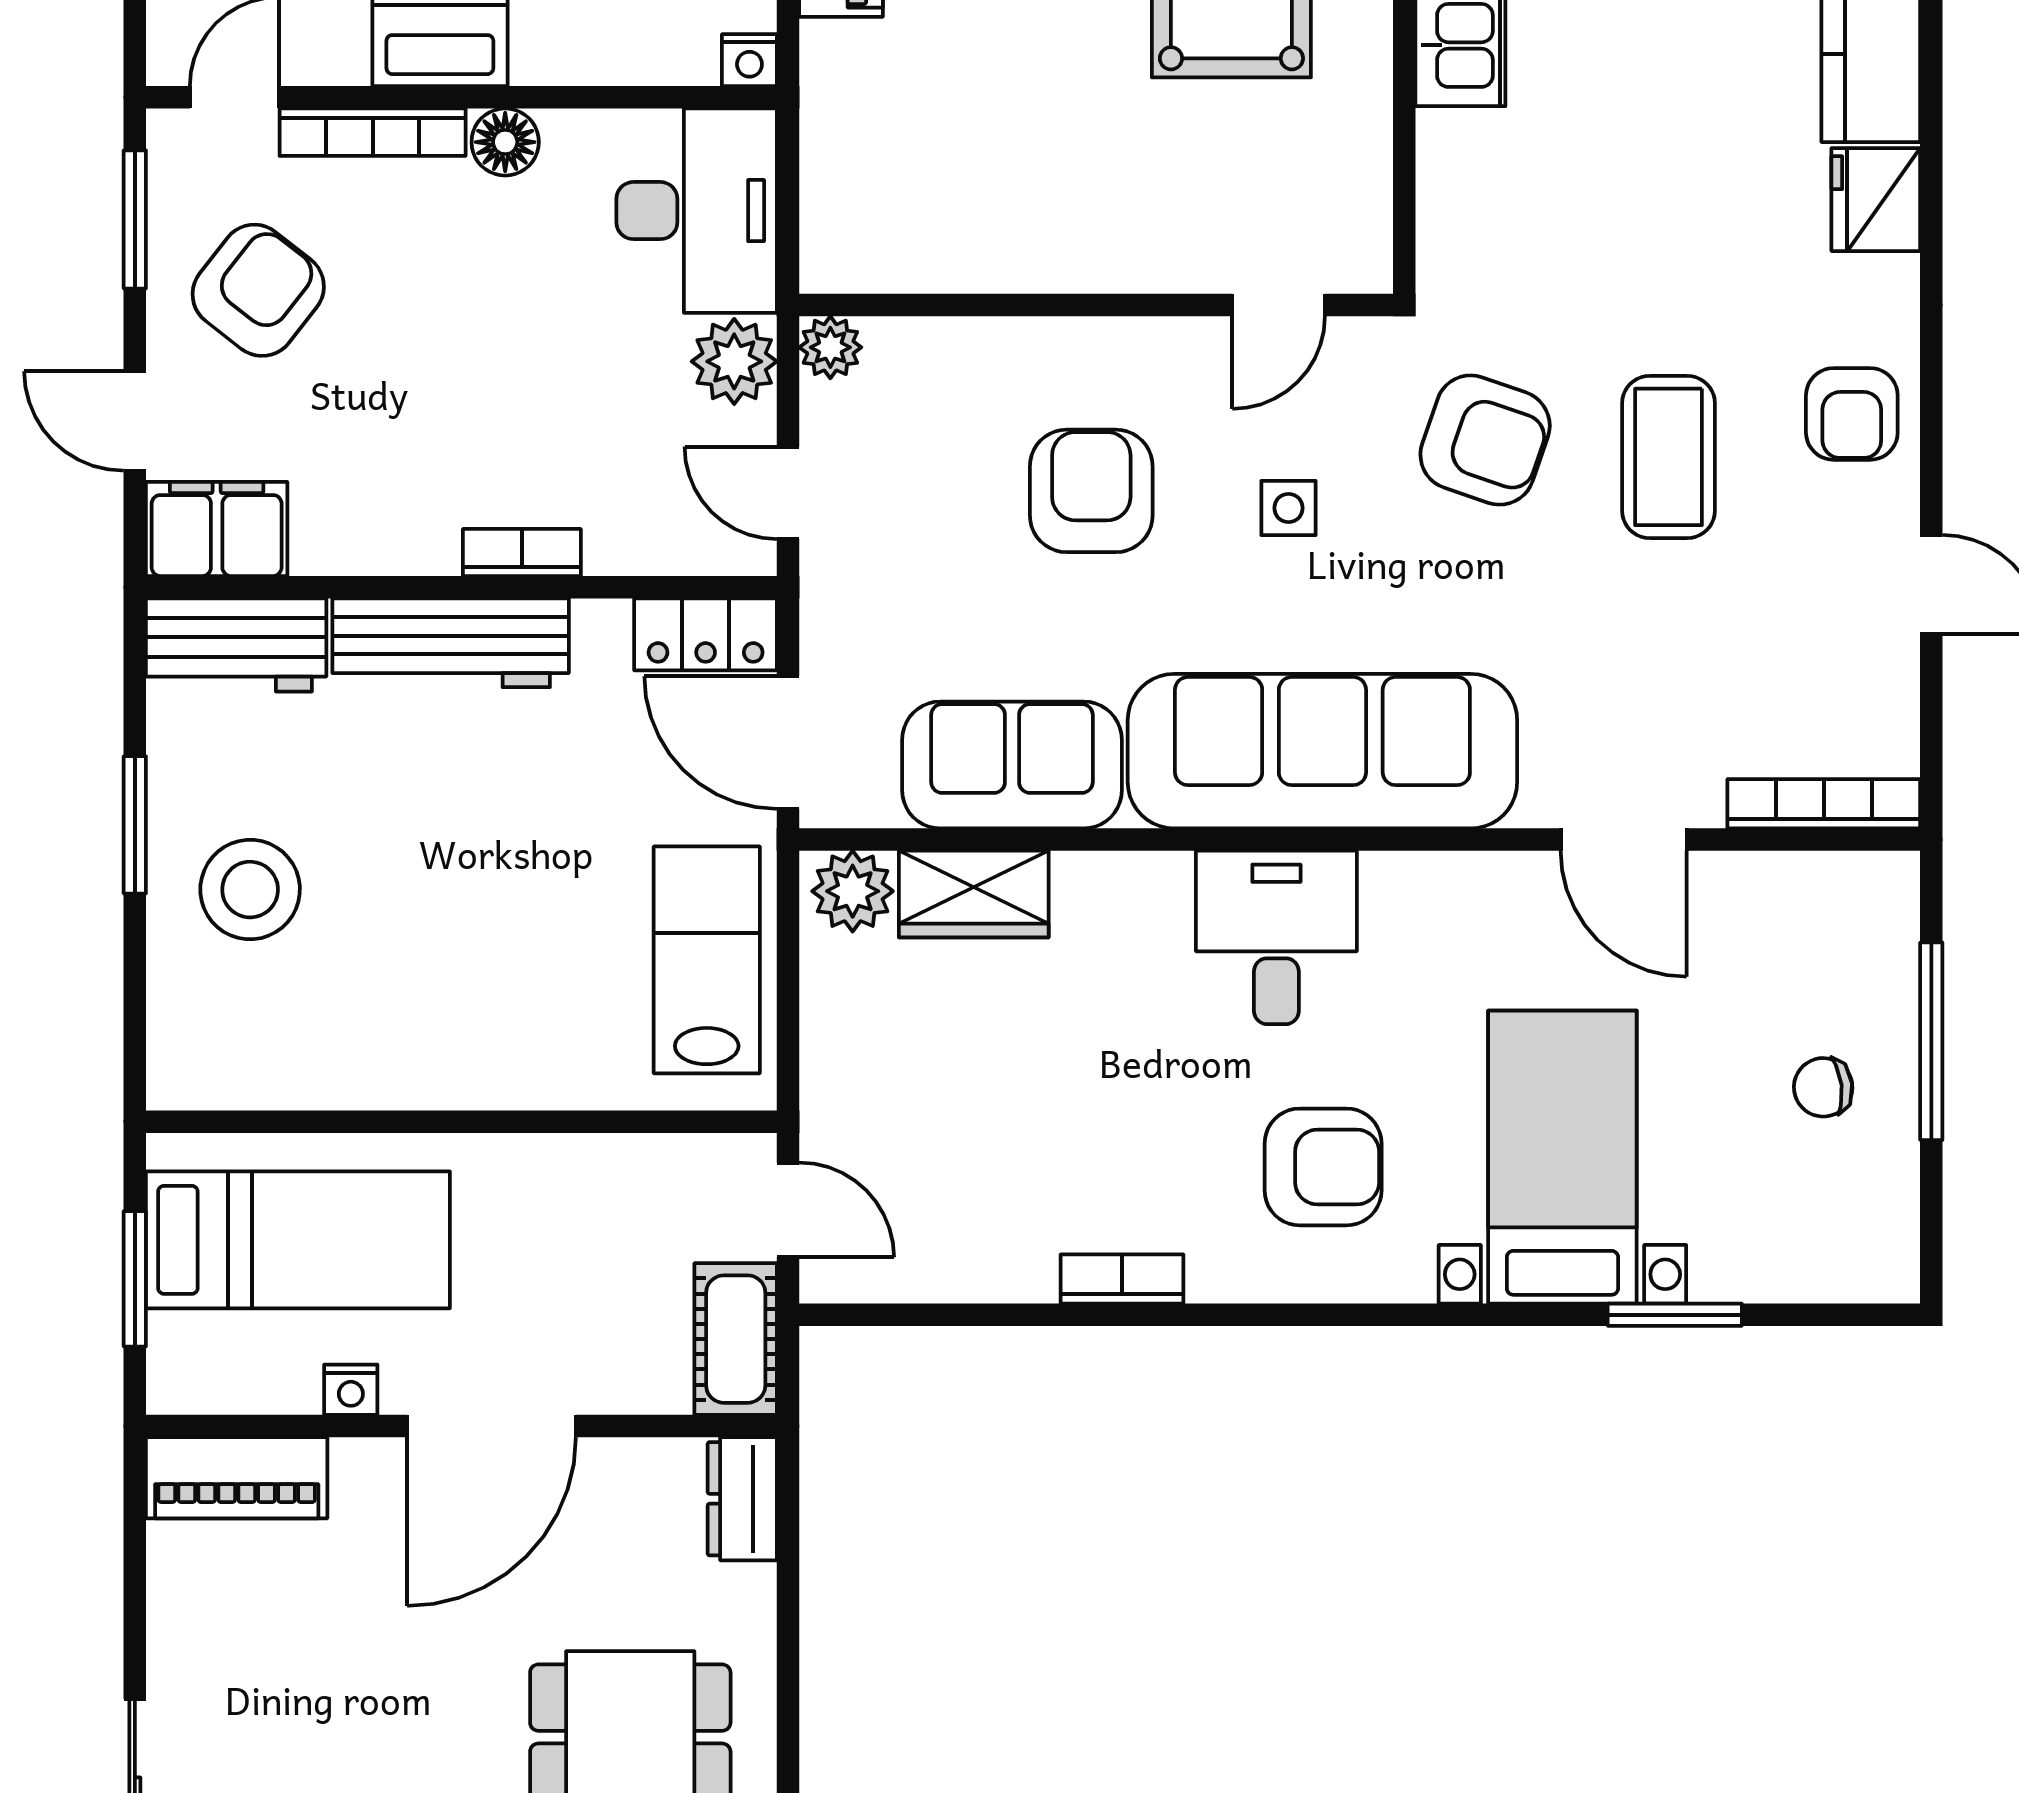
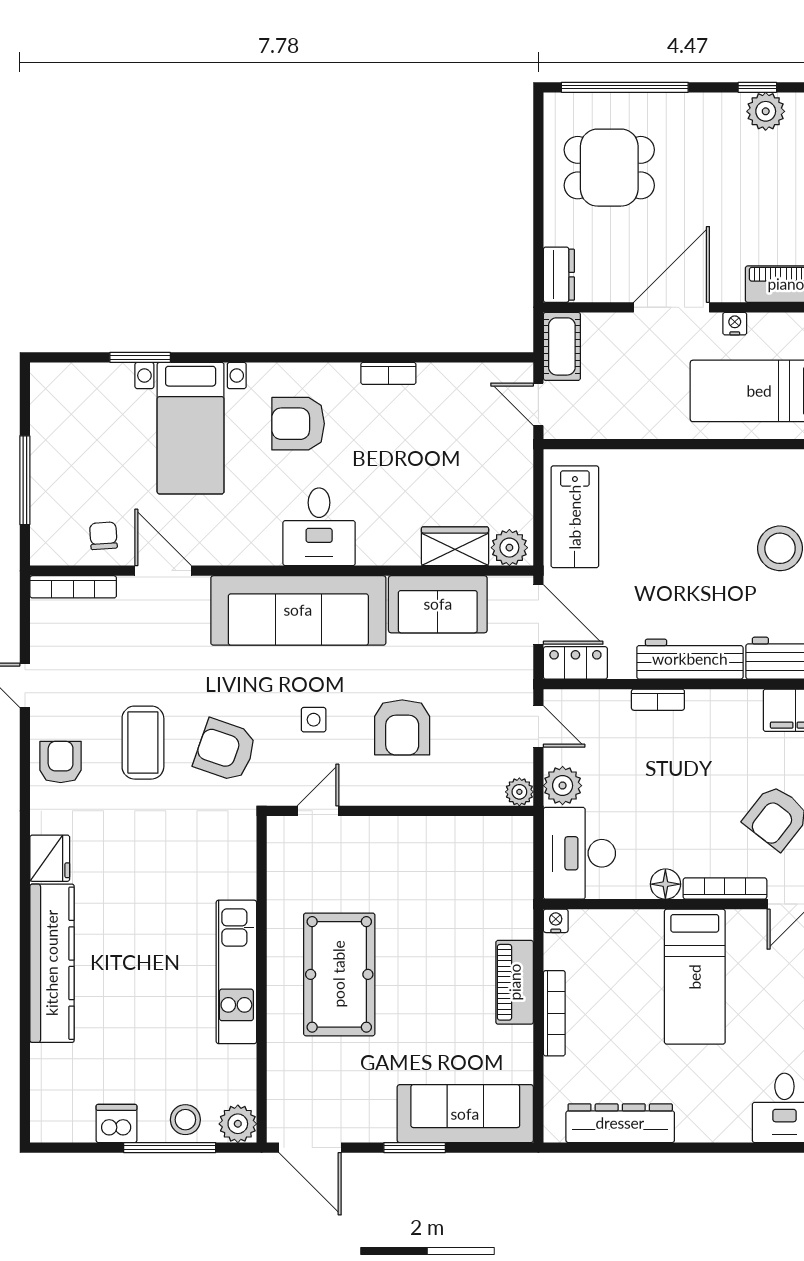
chair: (1823, 1087) -> (103, 536), moved, turned -87

